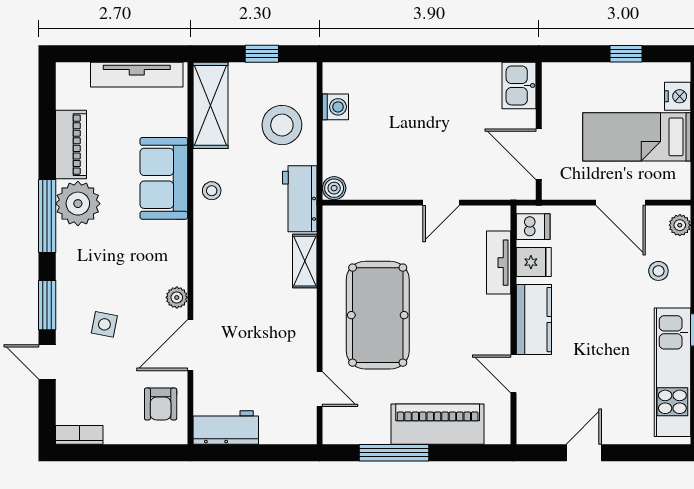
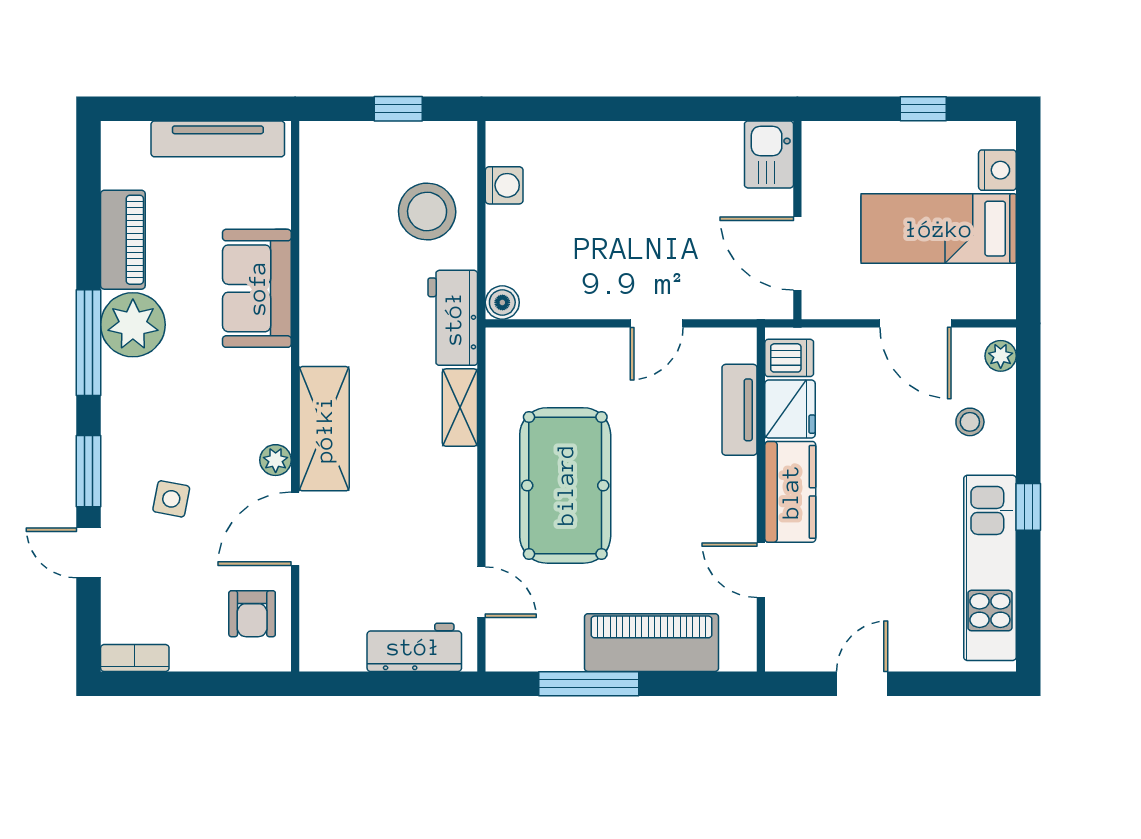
shelving: (210, 105) -> (324, 429), moved
stool: (212, 191) -> (326, 306), removed
fridge: (534, 262) -> (790, 409), width x1.38
workbench: (226, 427) -> (414, 647), moved

